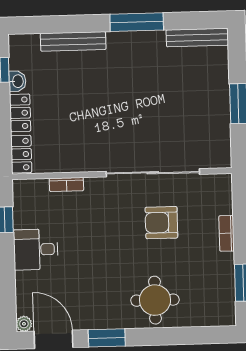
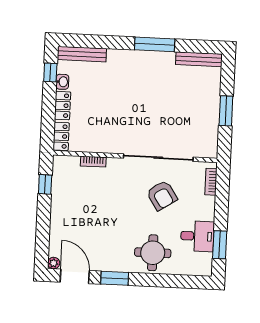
bench: (73, 41) -> (82, 54), moved
armchair: (161, 223) -> (162, 195), turned -123
bookcase: (226, 233) -> (211, 182), moved
desk: (36, 249) -> (197, 236), moved, turned 180

